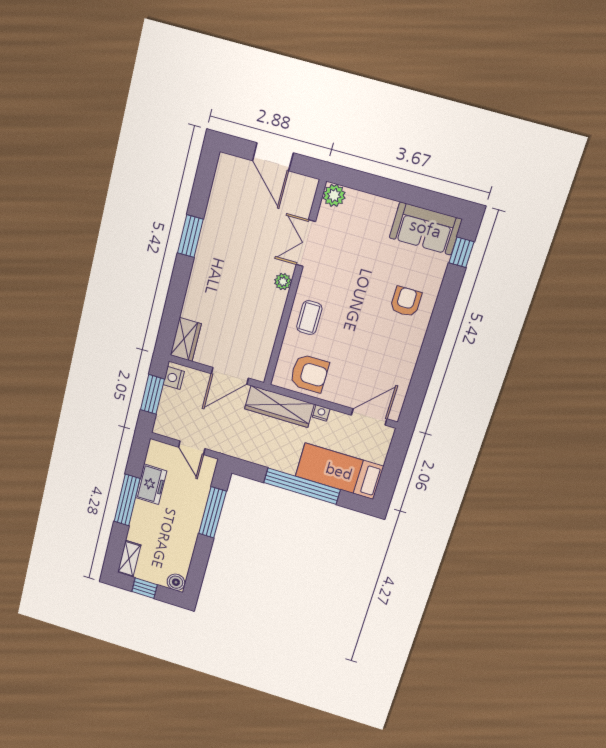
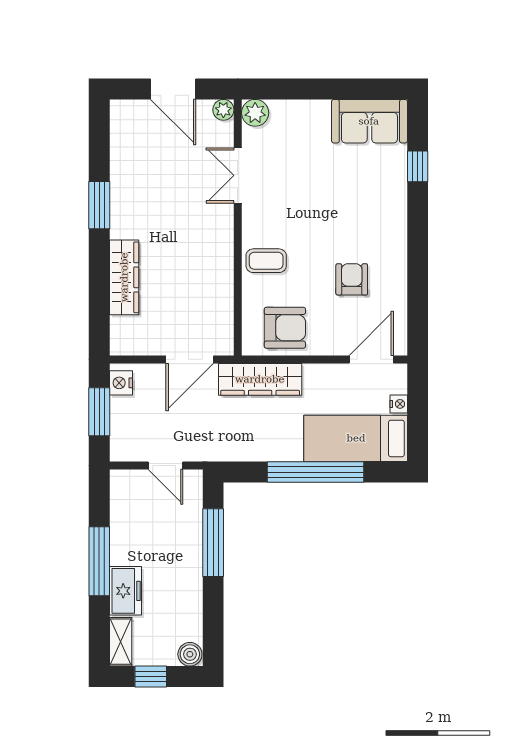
window: (461, 252) -> (418, 166), moved
plant: (283, 282) -> (223, 110), moved
armchair: (406, 302) -> (352, 279), moved
coffee table: (309, 318) -> (266, 261), turned 90
wardrobe: (186, 339) -> (124, 277), moved, width x1.50
nightstand: (321, 413) -> (399, 404), moved, turned 90
freezer: (151, 484) -> (125, 591), moved

